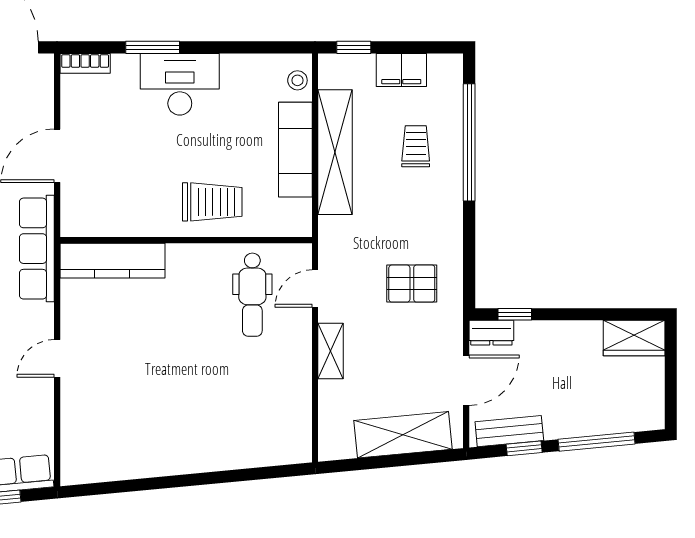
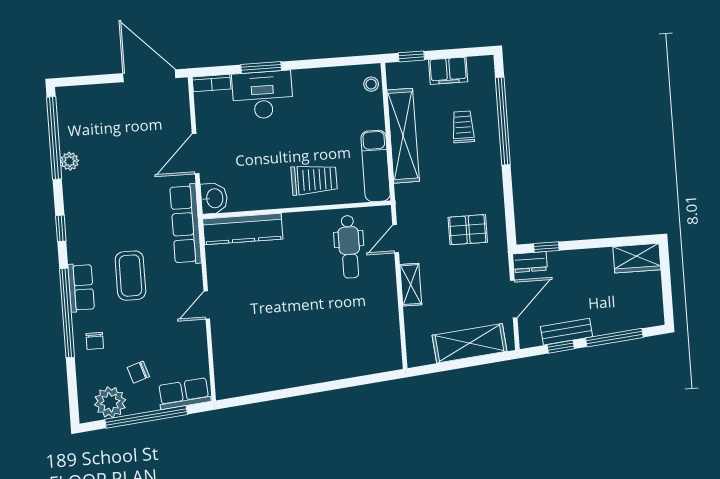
desk: (180, 84) -> (263, 95), moved
exam couch: (295, 150) -> (376, 166), moved
washbasin: (77, 217) -> (214, 198), added
bench: (509, 431) -> (567, 332), moved

